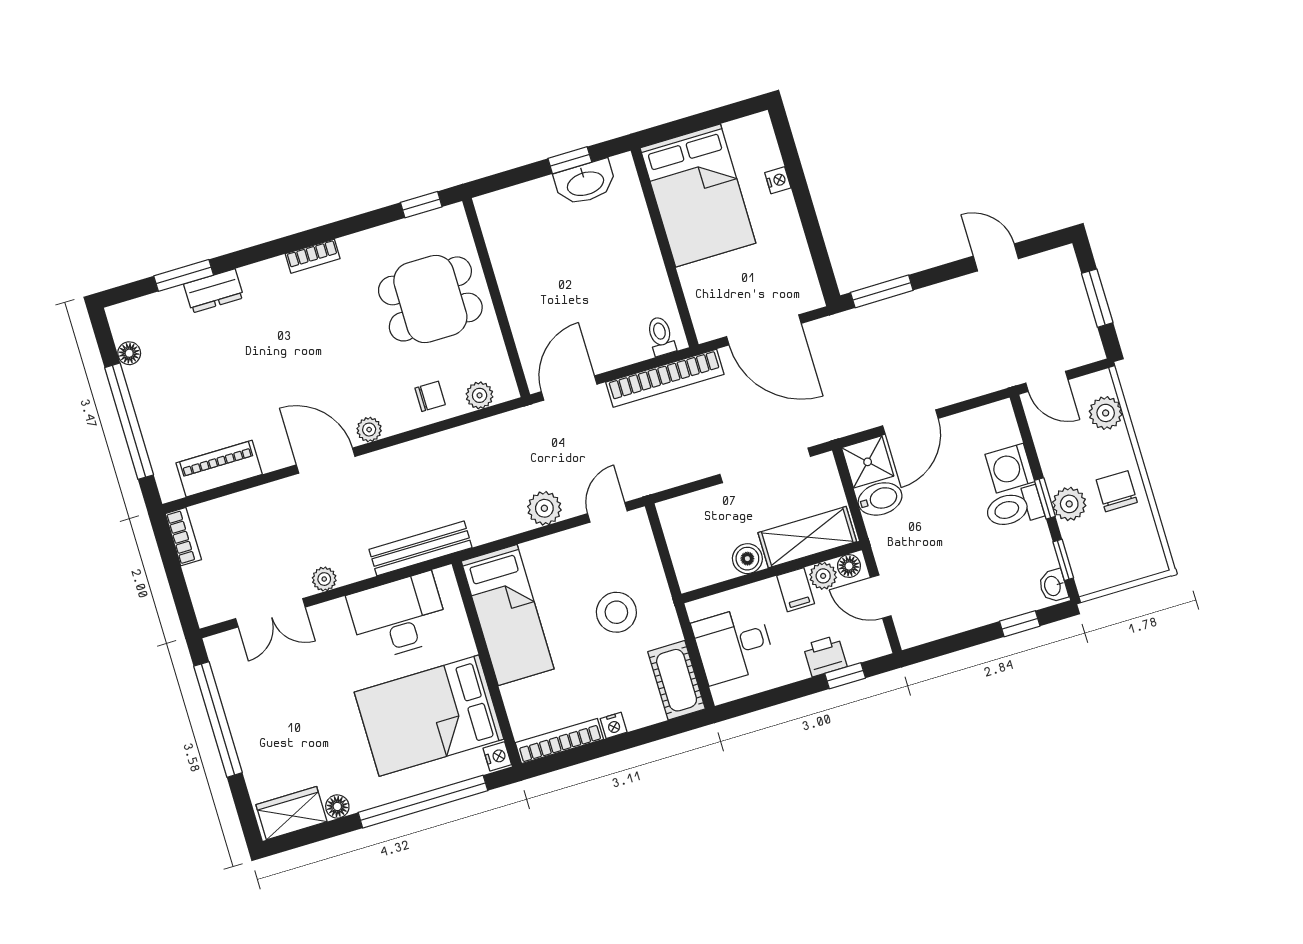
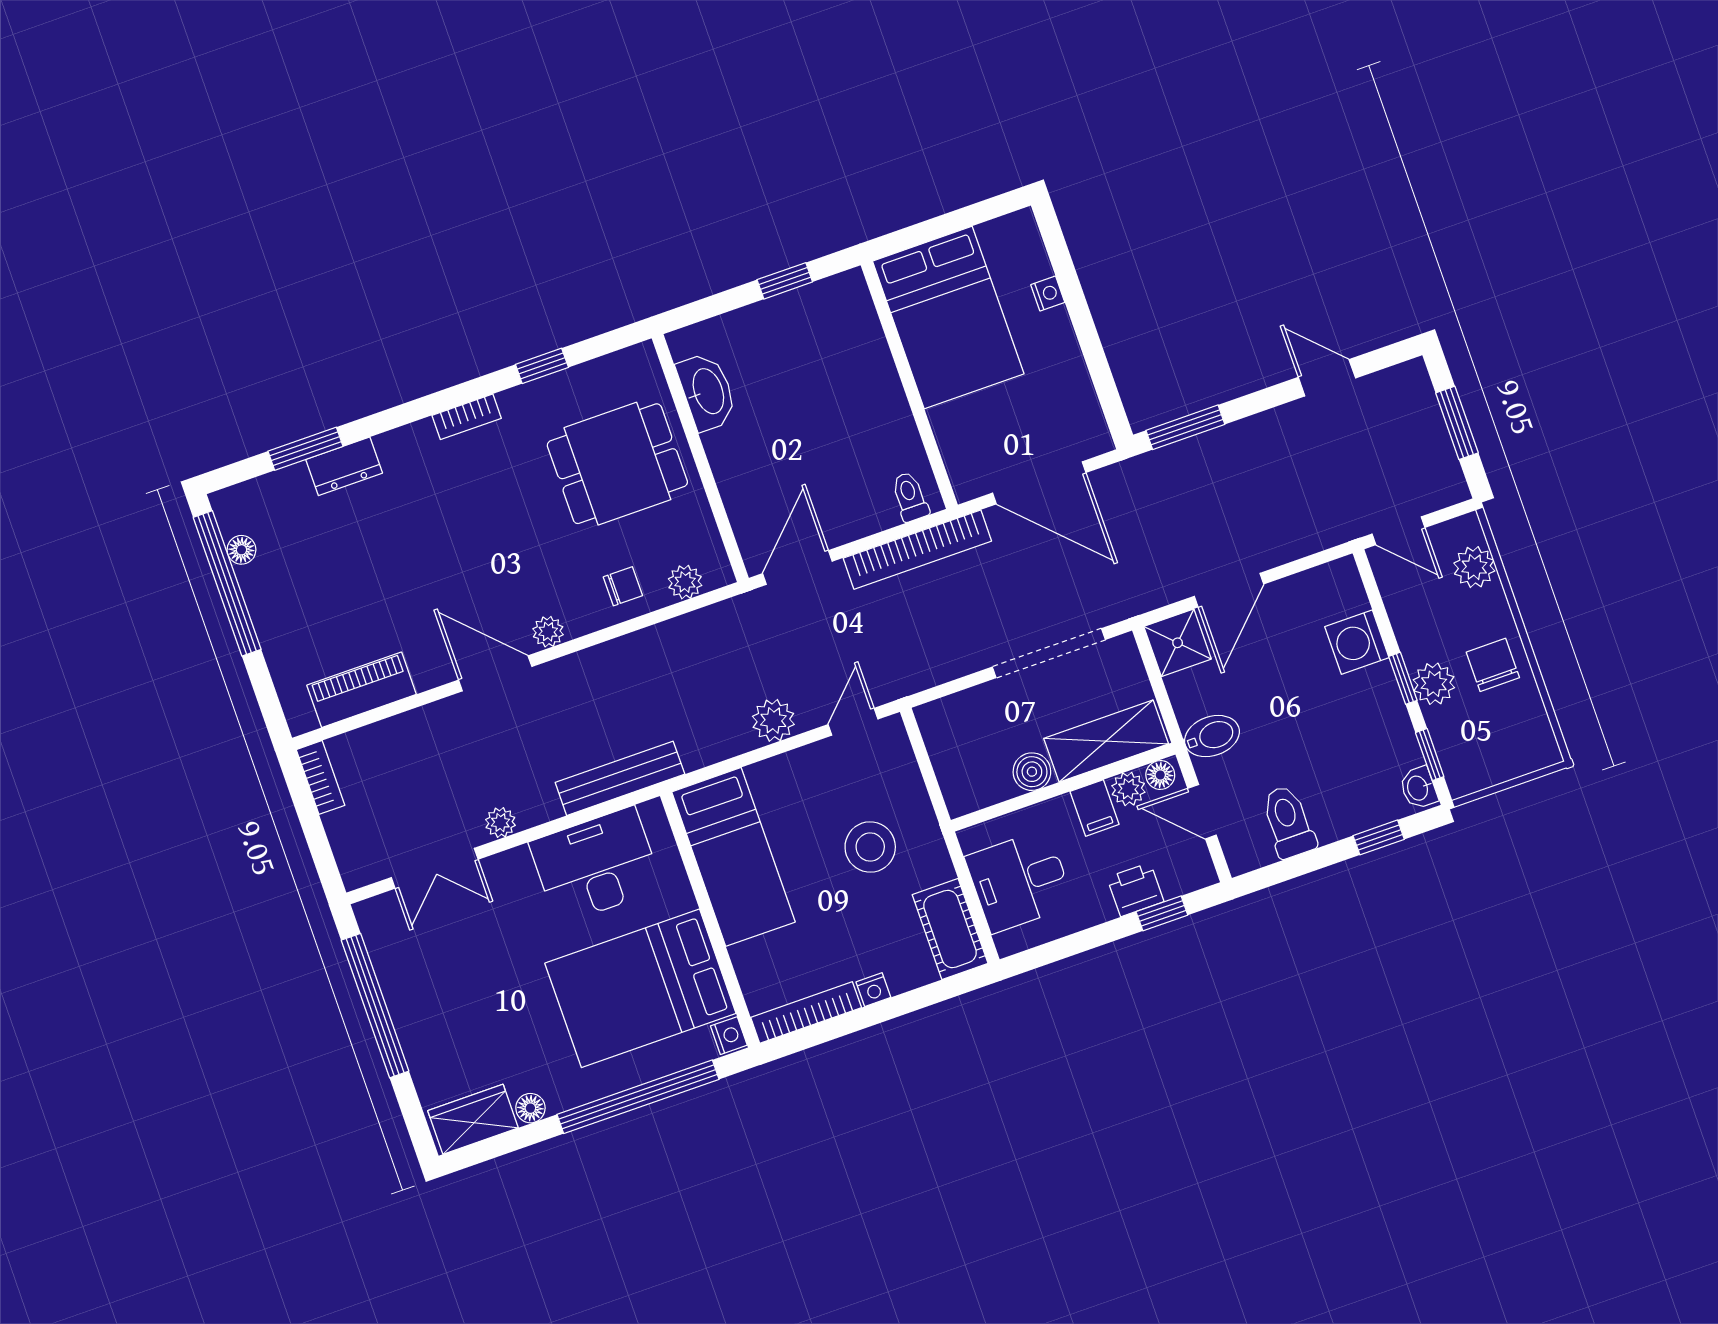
washbasin: (585, 183) -> (707, 392), moved, turned -90
window: (421, 205) -> (542, 366), moved
window: (129, 421) -> (227, 583), moved
bidet: (880, 499) -> (1212, 736), moved
toilet: (1014, 508) -> (1288, 822), moved, turned 90

